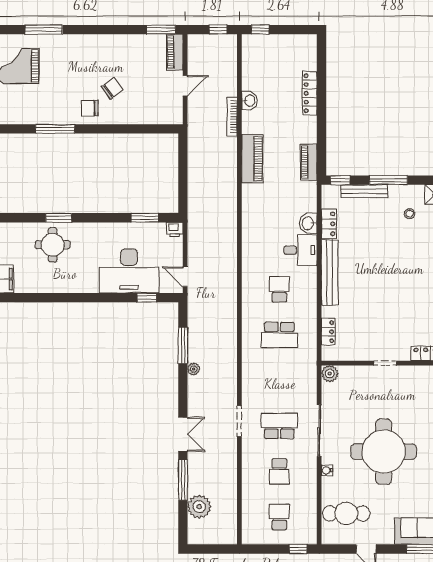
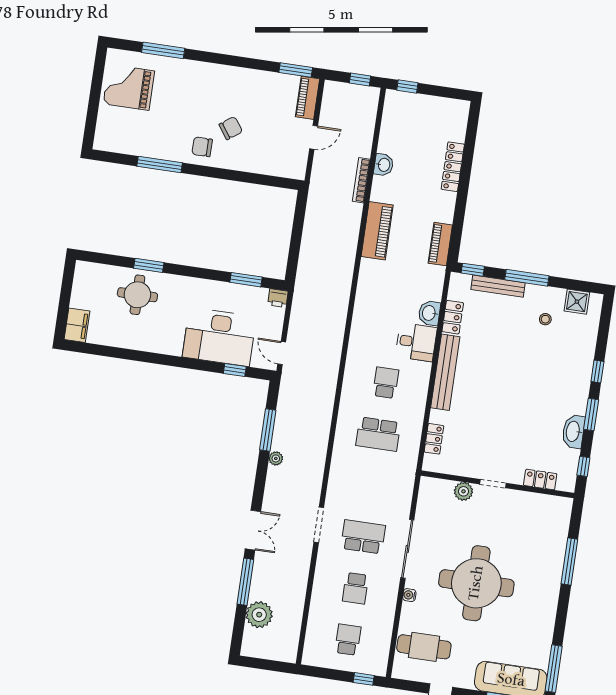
plant: (330, 374) -> (463, 491), moved

